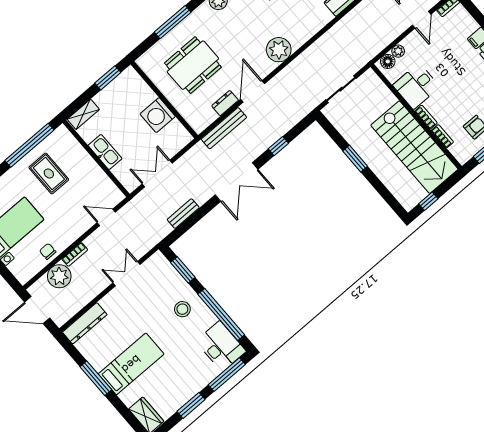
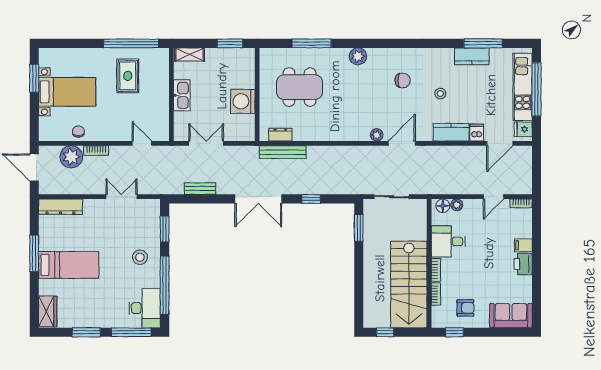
plant: (279, 50) -> (377, 135), width x0.53, depth x0.53
door: (253, 91) -> (402, 143), moved
dresser: (225, 103) -> (280, 135), moved
window: (355, 159) -> (359, 228), moved

